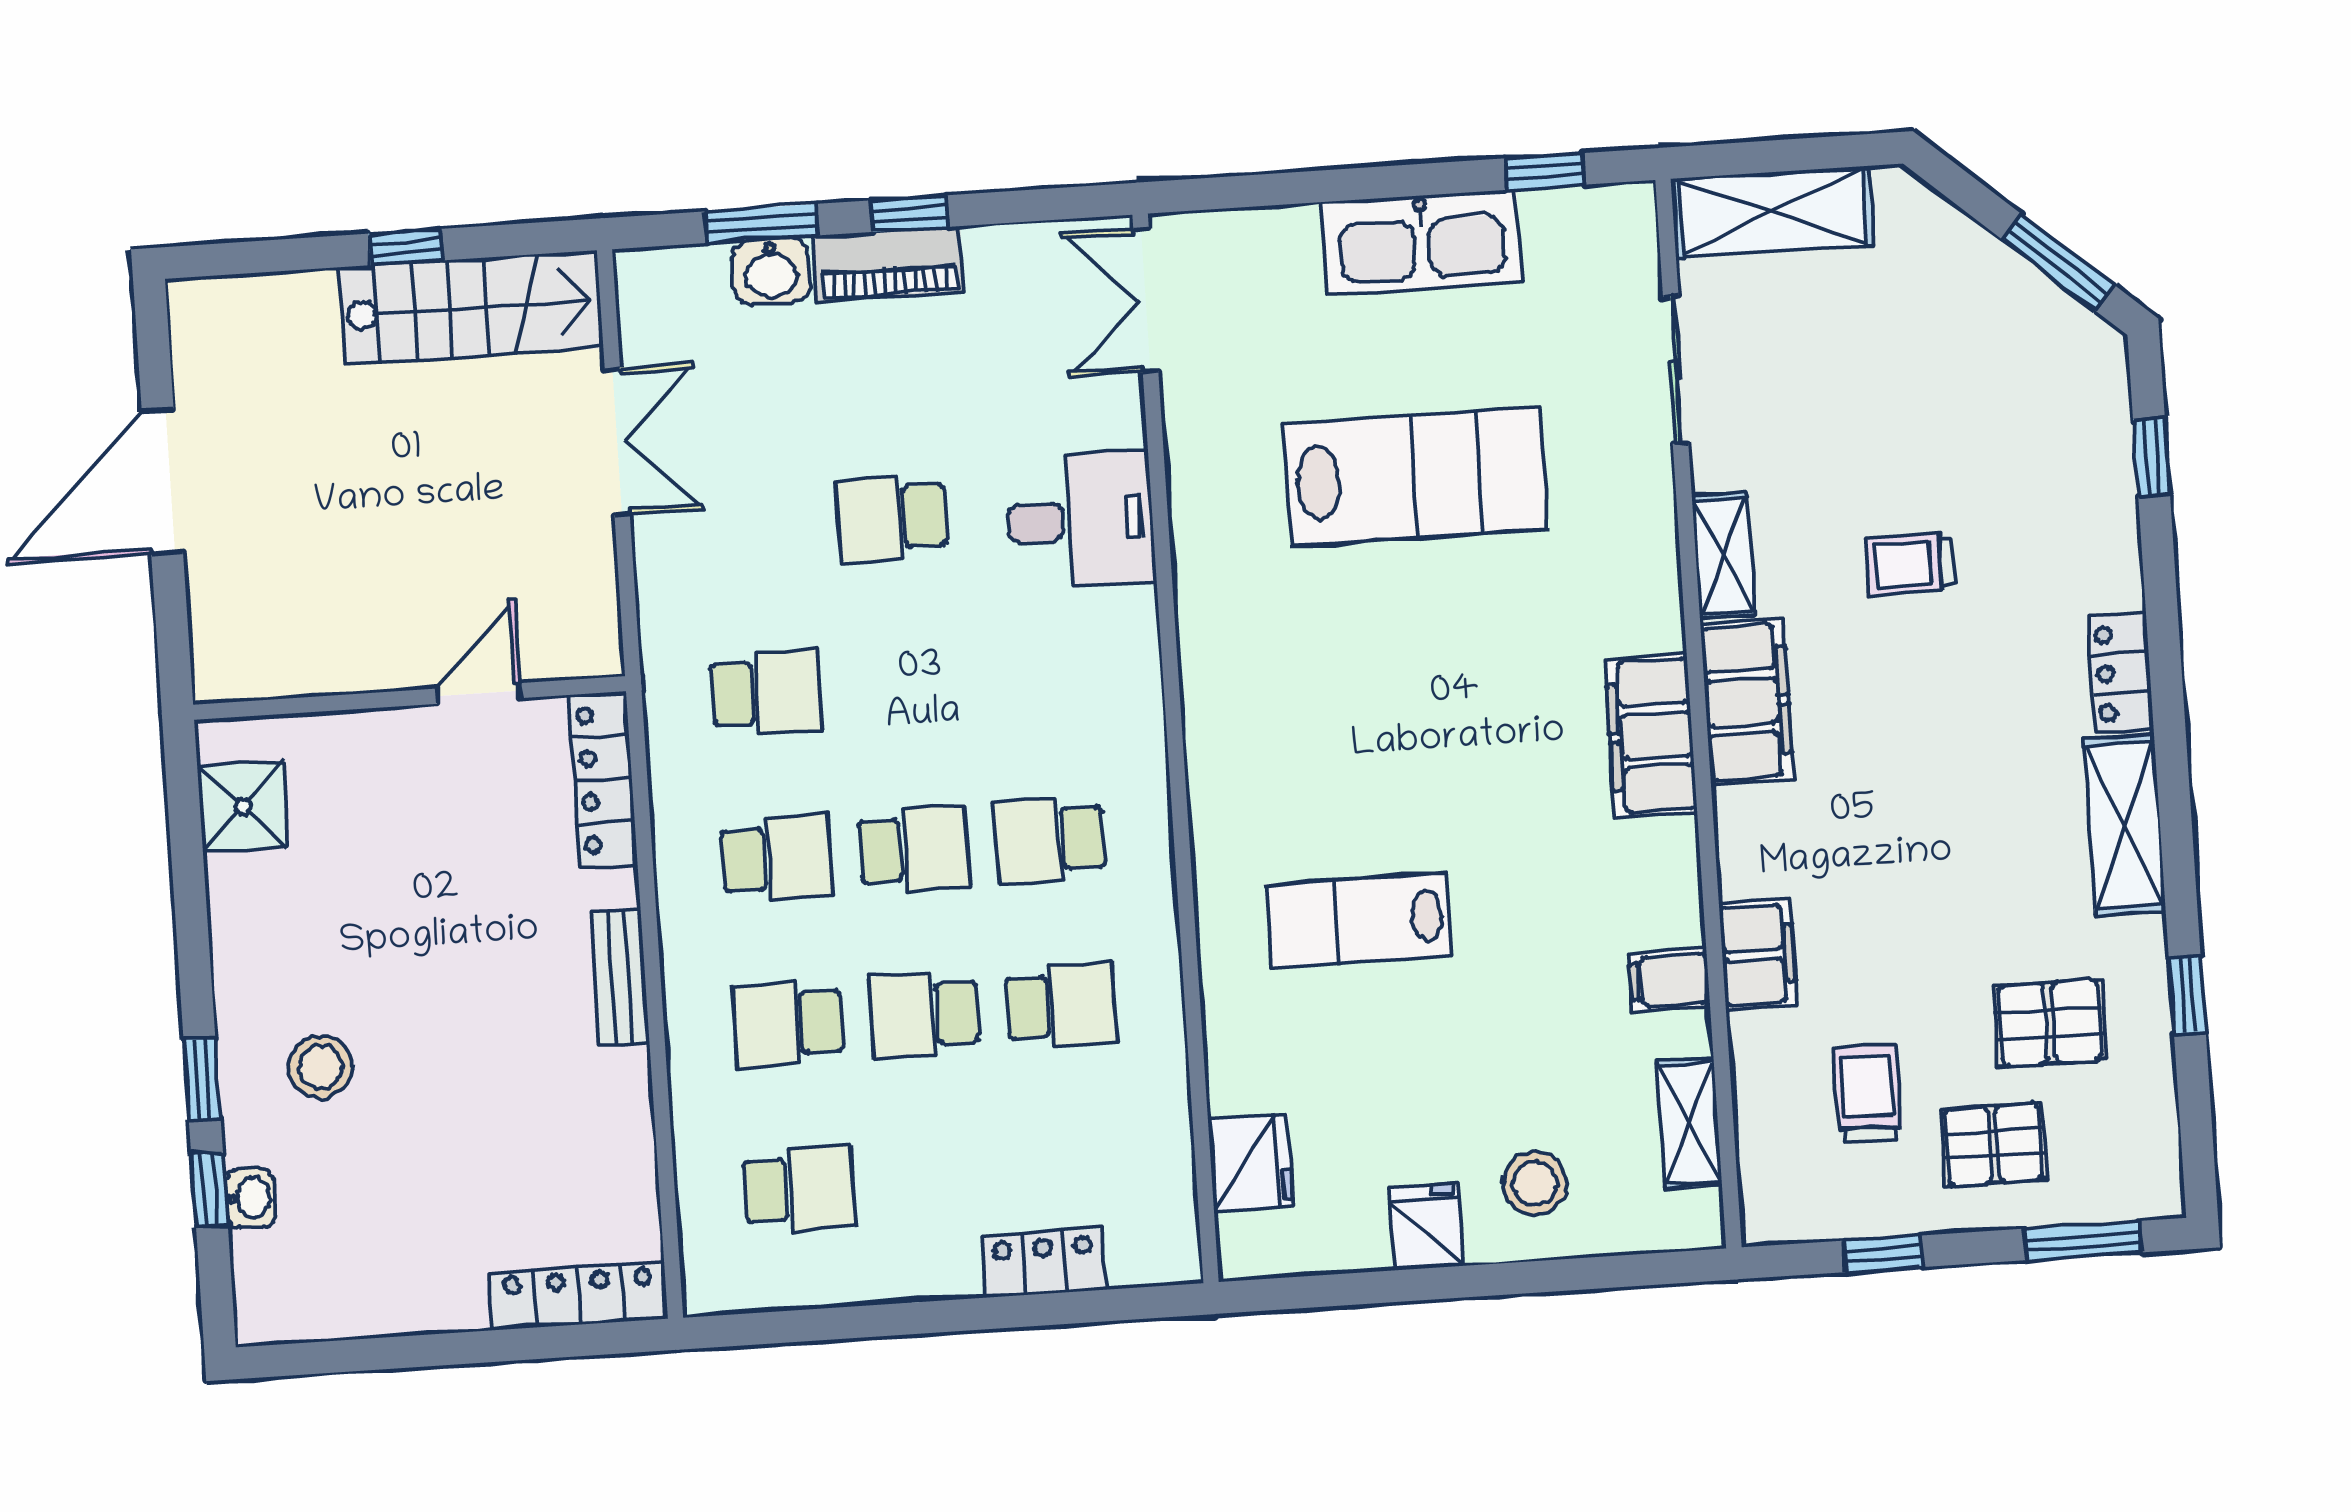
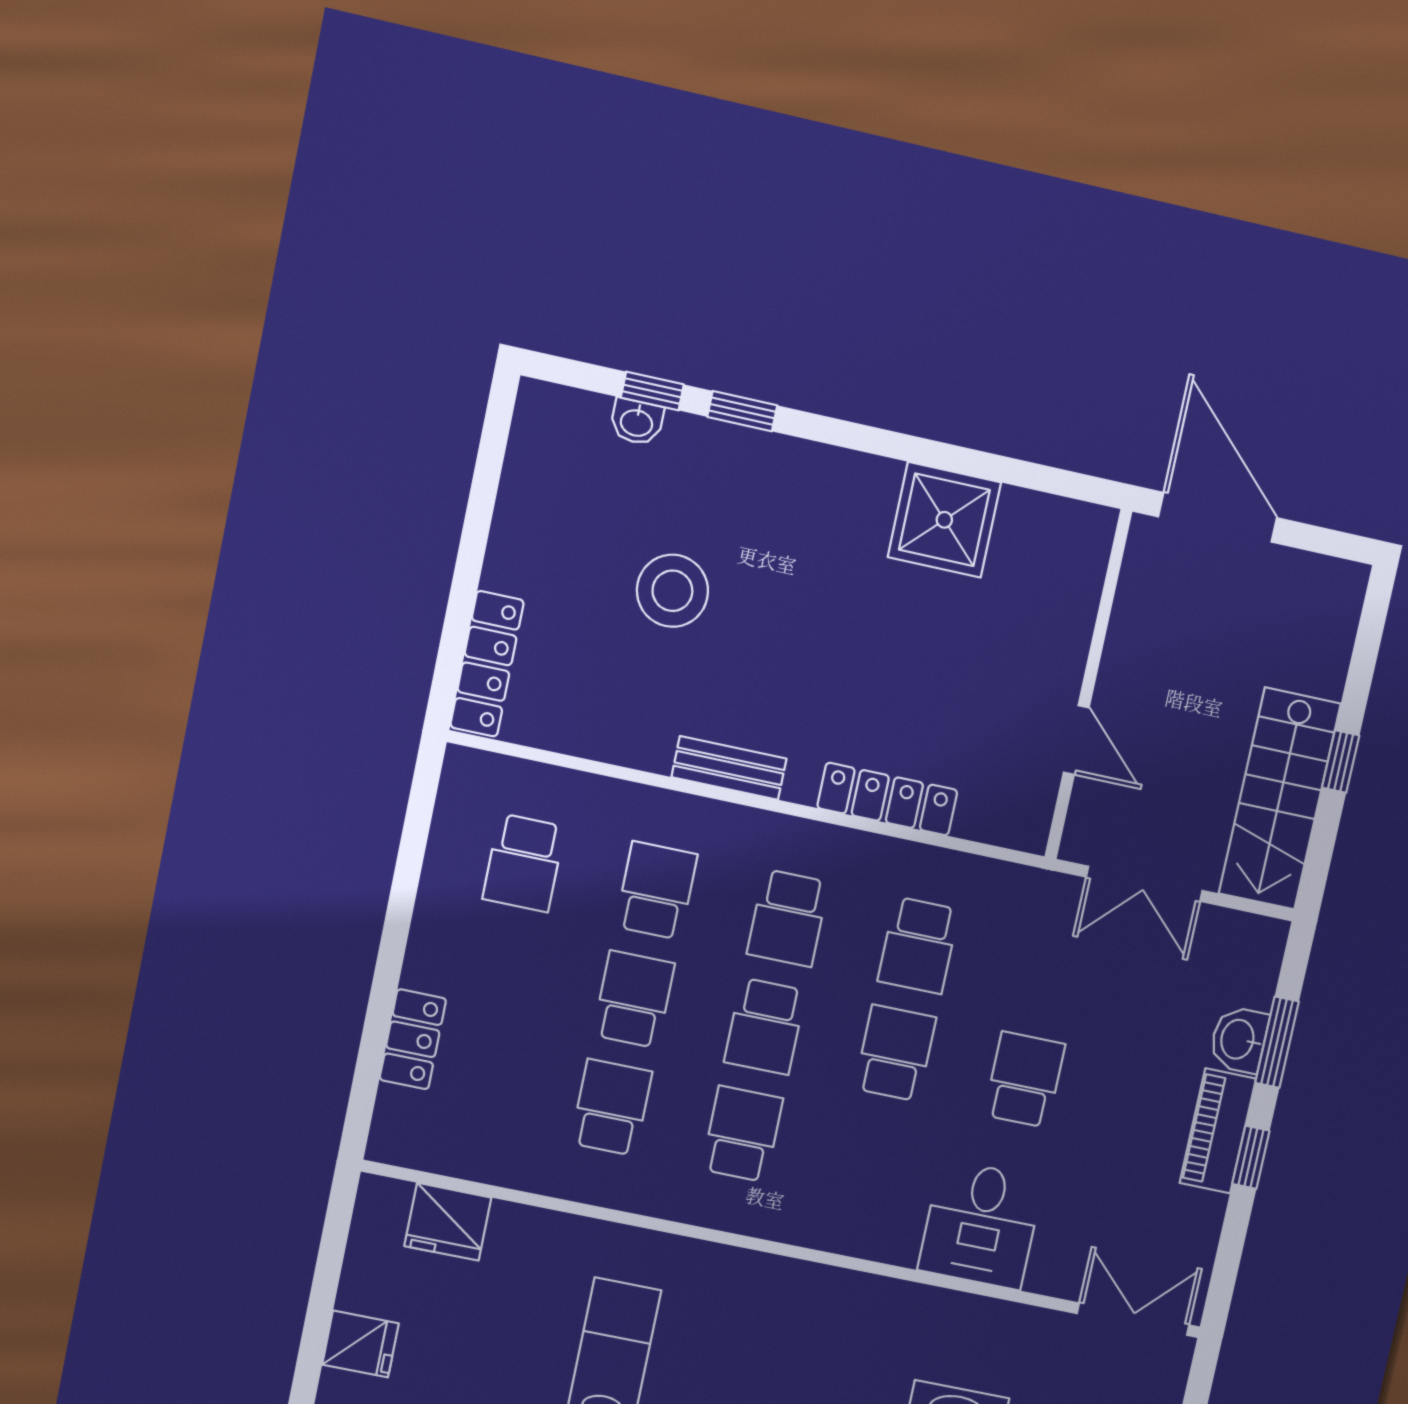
school desk: (902, 683) -> (895, 1053), added
door: (478, 693) -> (1076, 740), moved
wall: (410, 698) -> (1088, 685), moved
shower: (243, 807) -> (944, 520), width x1.36, depth x1.36
school desk: (1061, 1005) -> (611, 1107), turned 180
stool: (321, 1067) -> (672, 591), moved, width x1.38, depth x1.38

